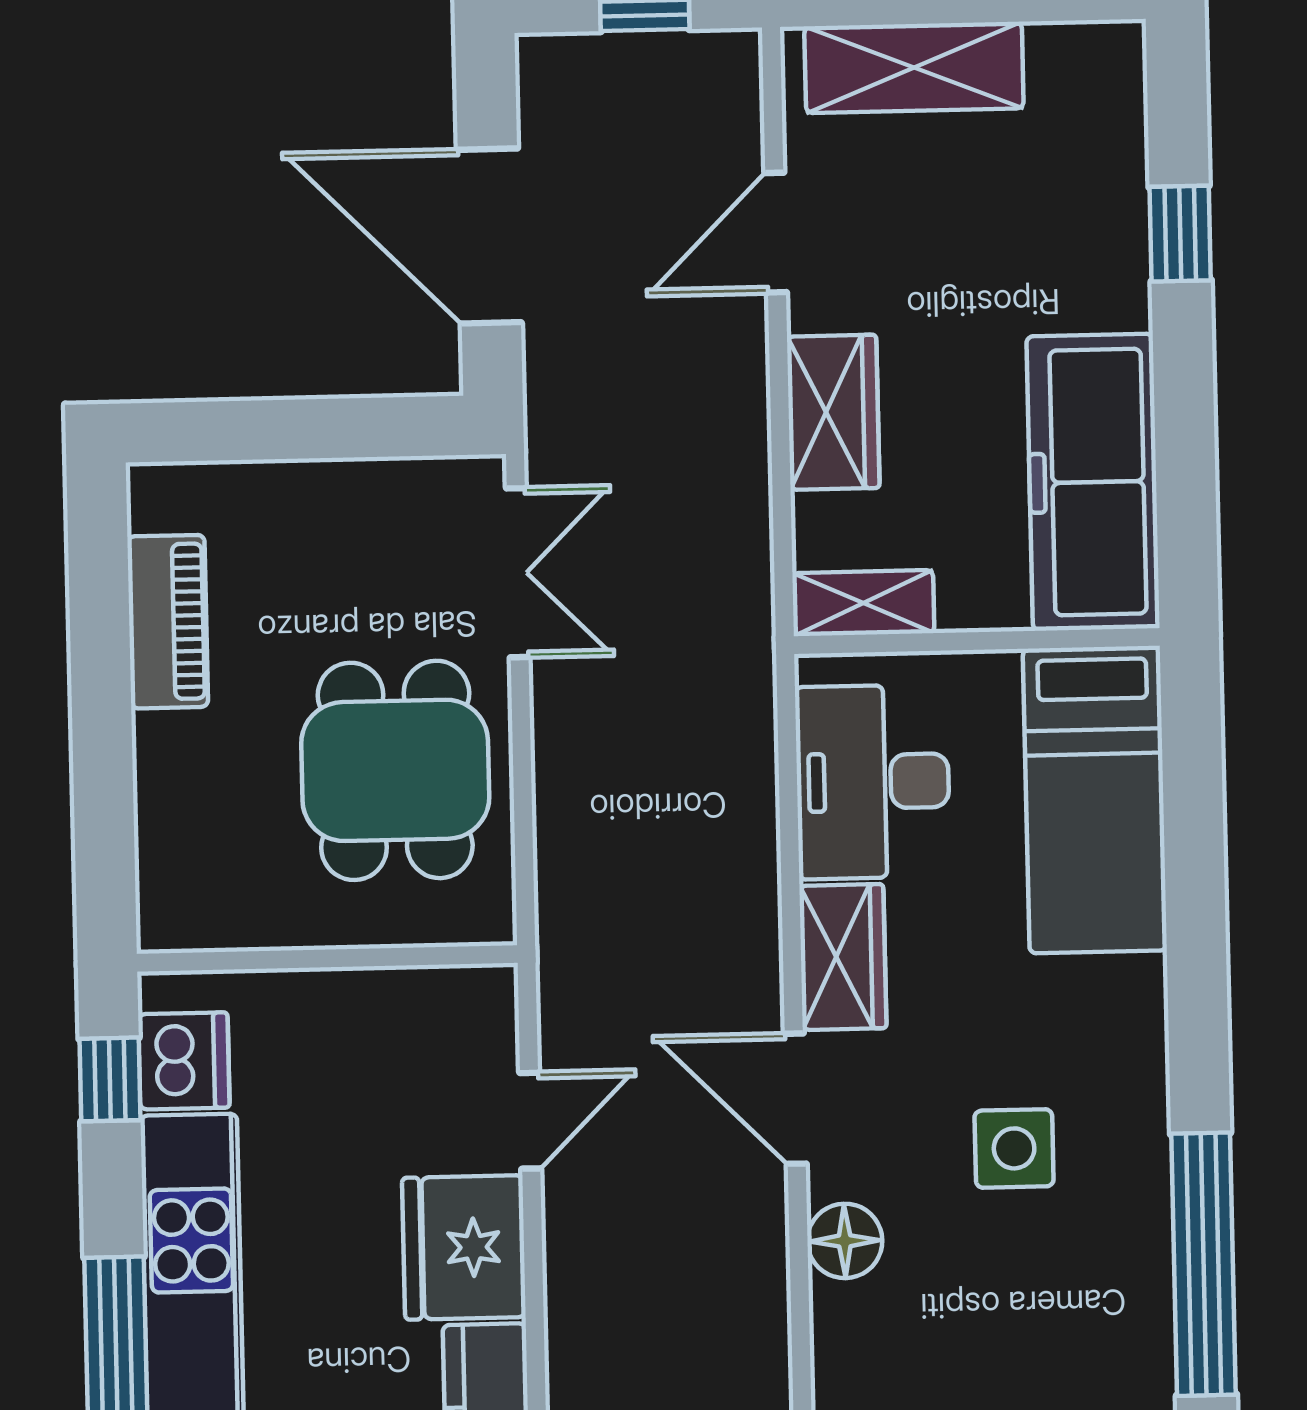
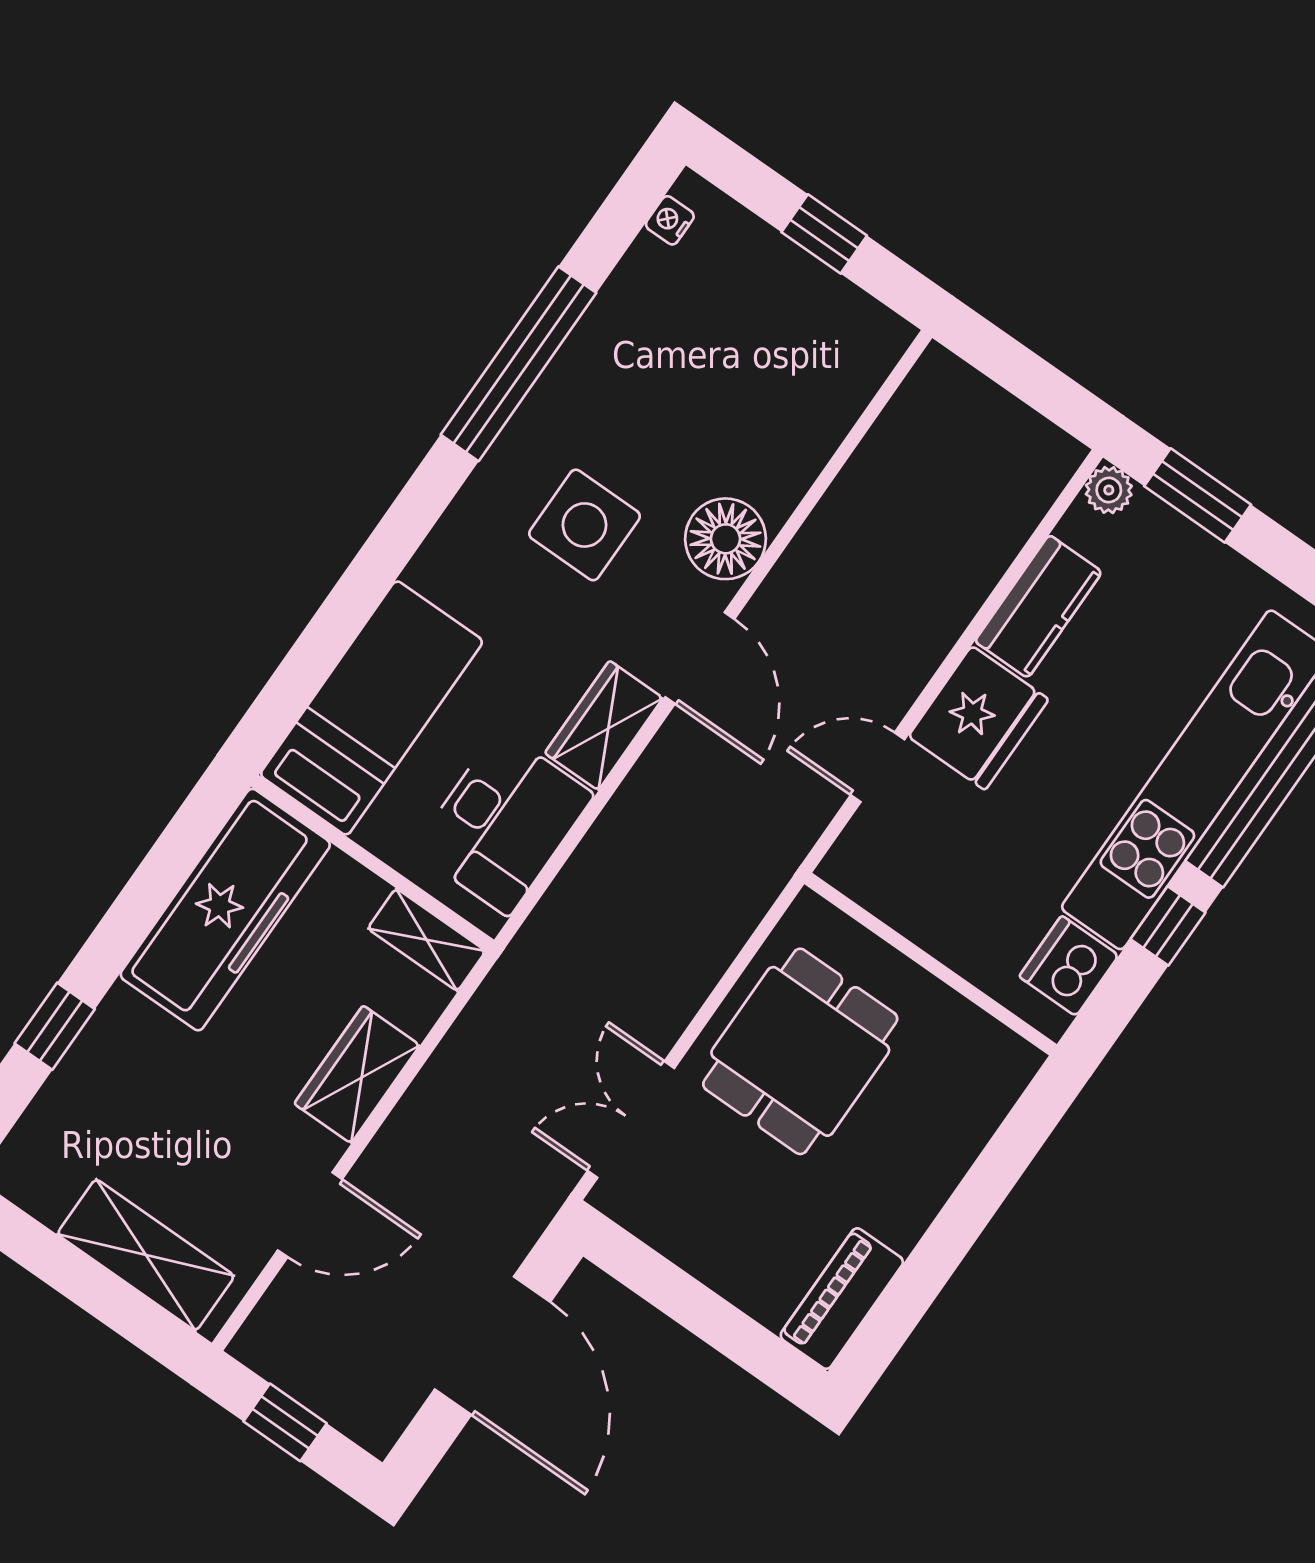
piano: (168, 622) -> (842, 1299), moved
window: (110, 1079) -> (1168, 926), moved
side table: (1014, 1148) -> (585, 525), width x1.37, depth x1.37
floor lamp: (845, 1241) -> (726, 539), width x1.38, depth x1.38

